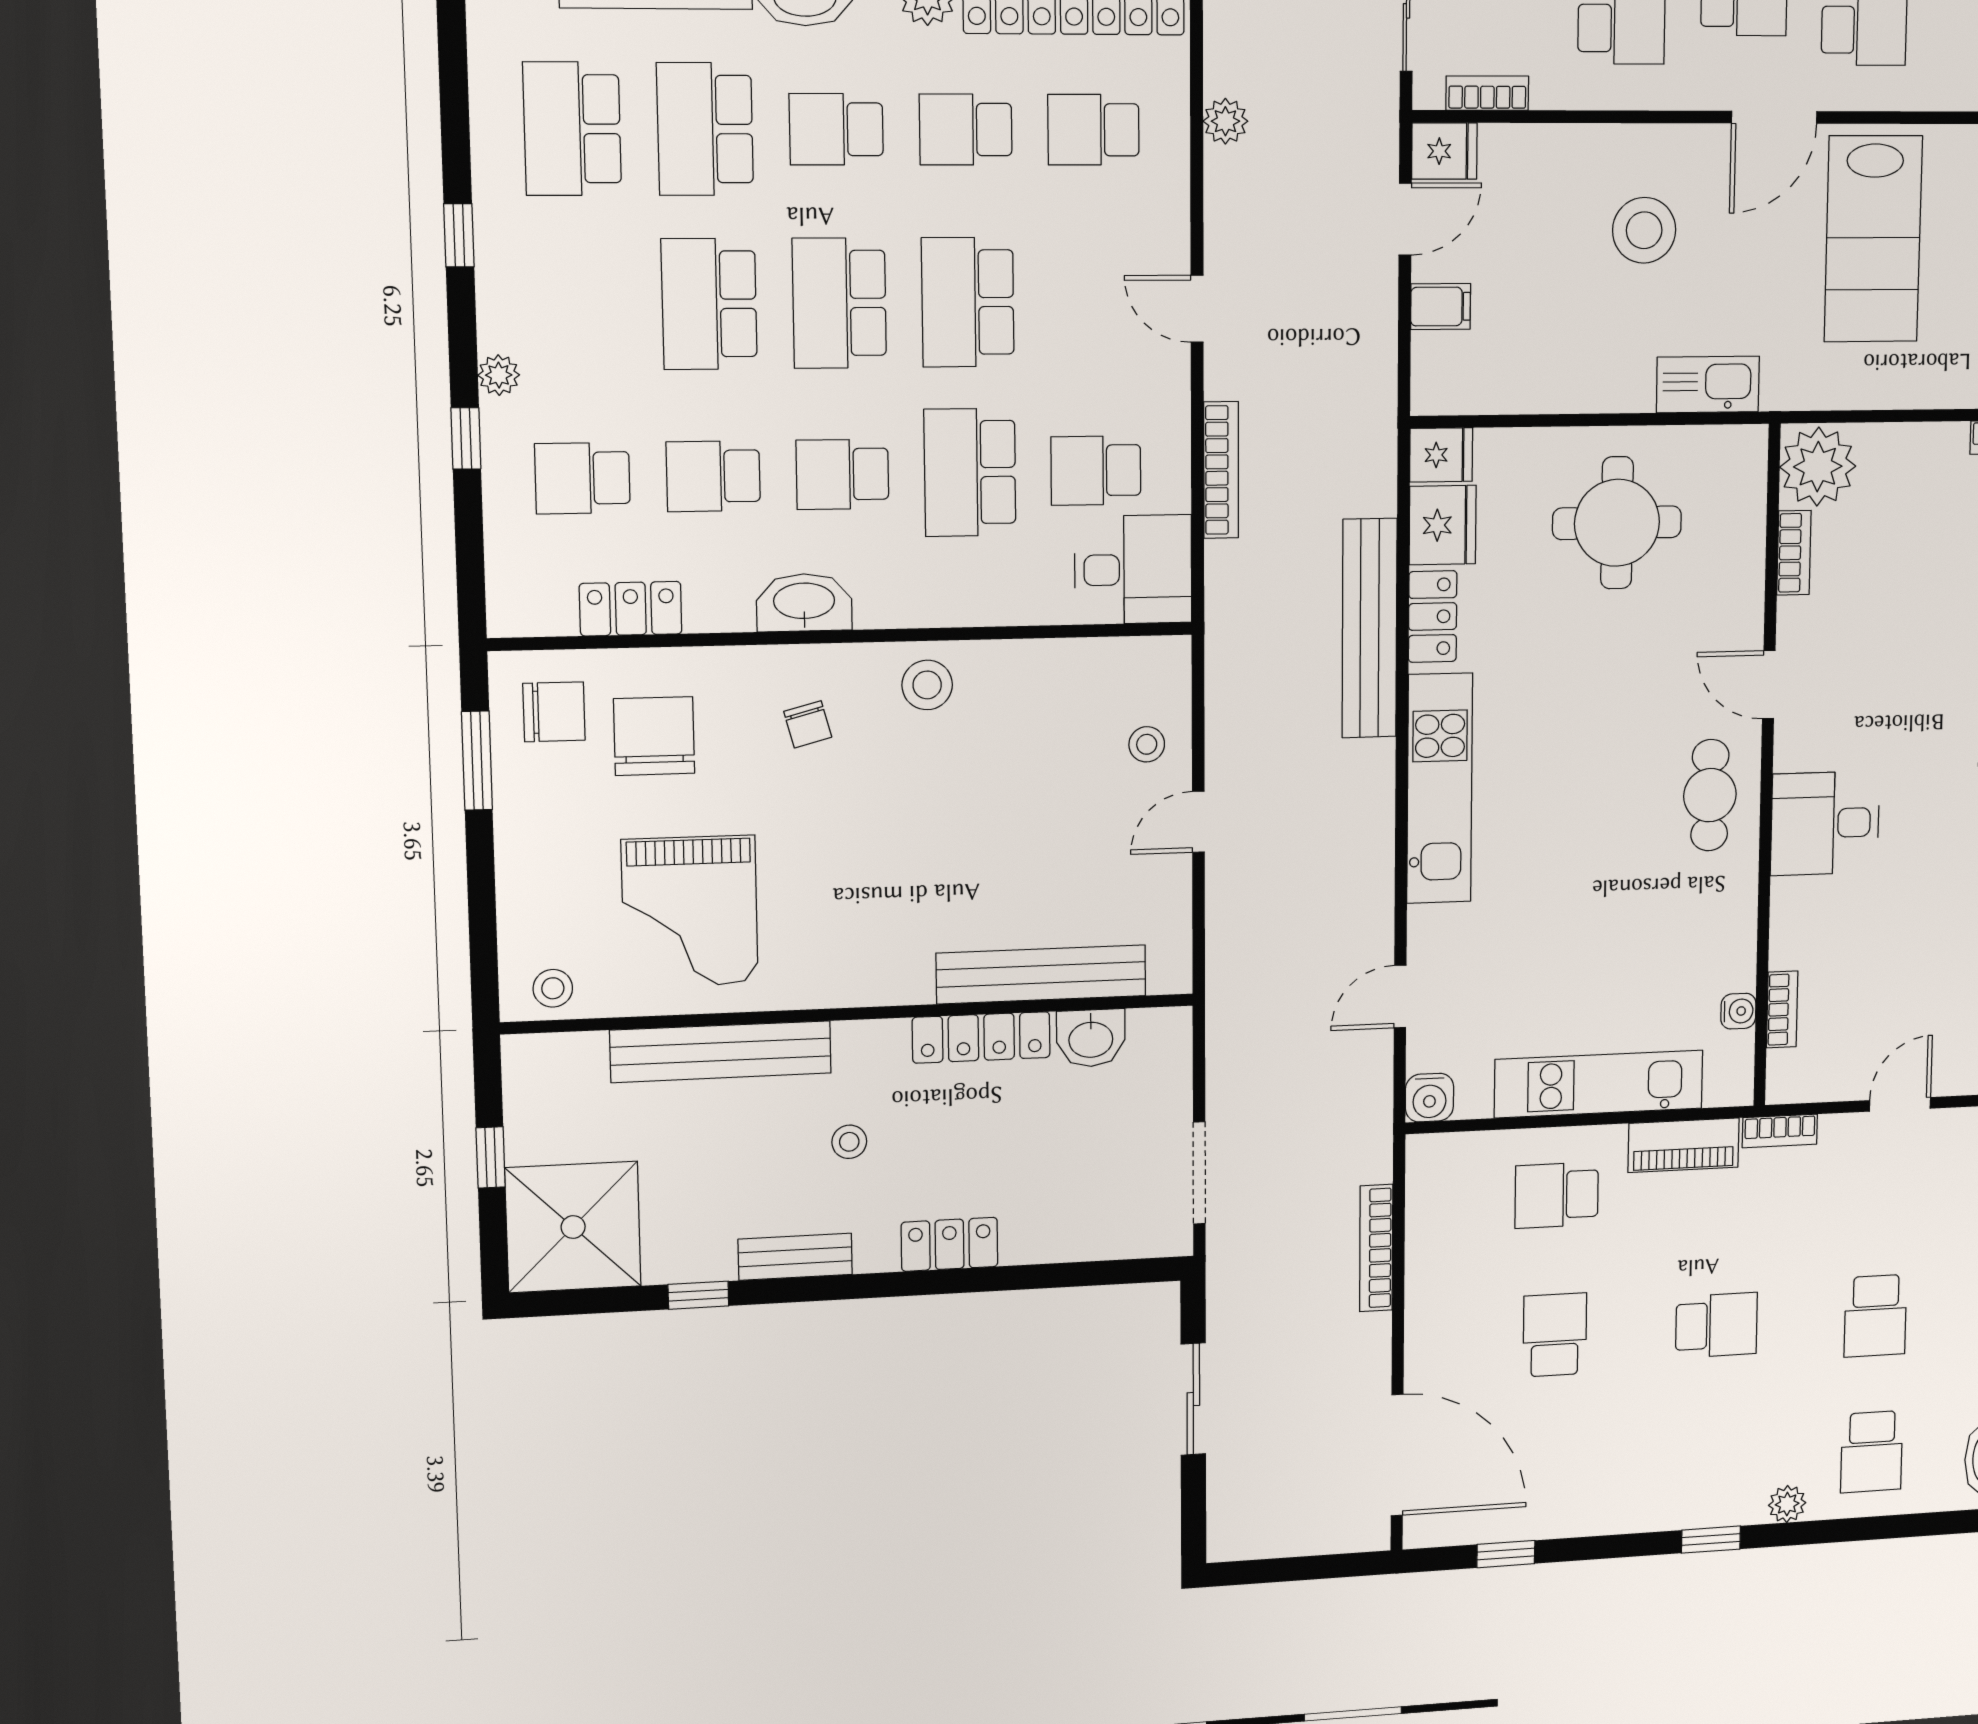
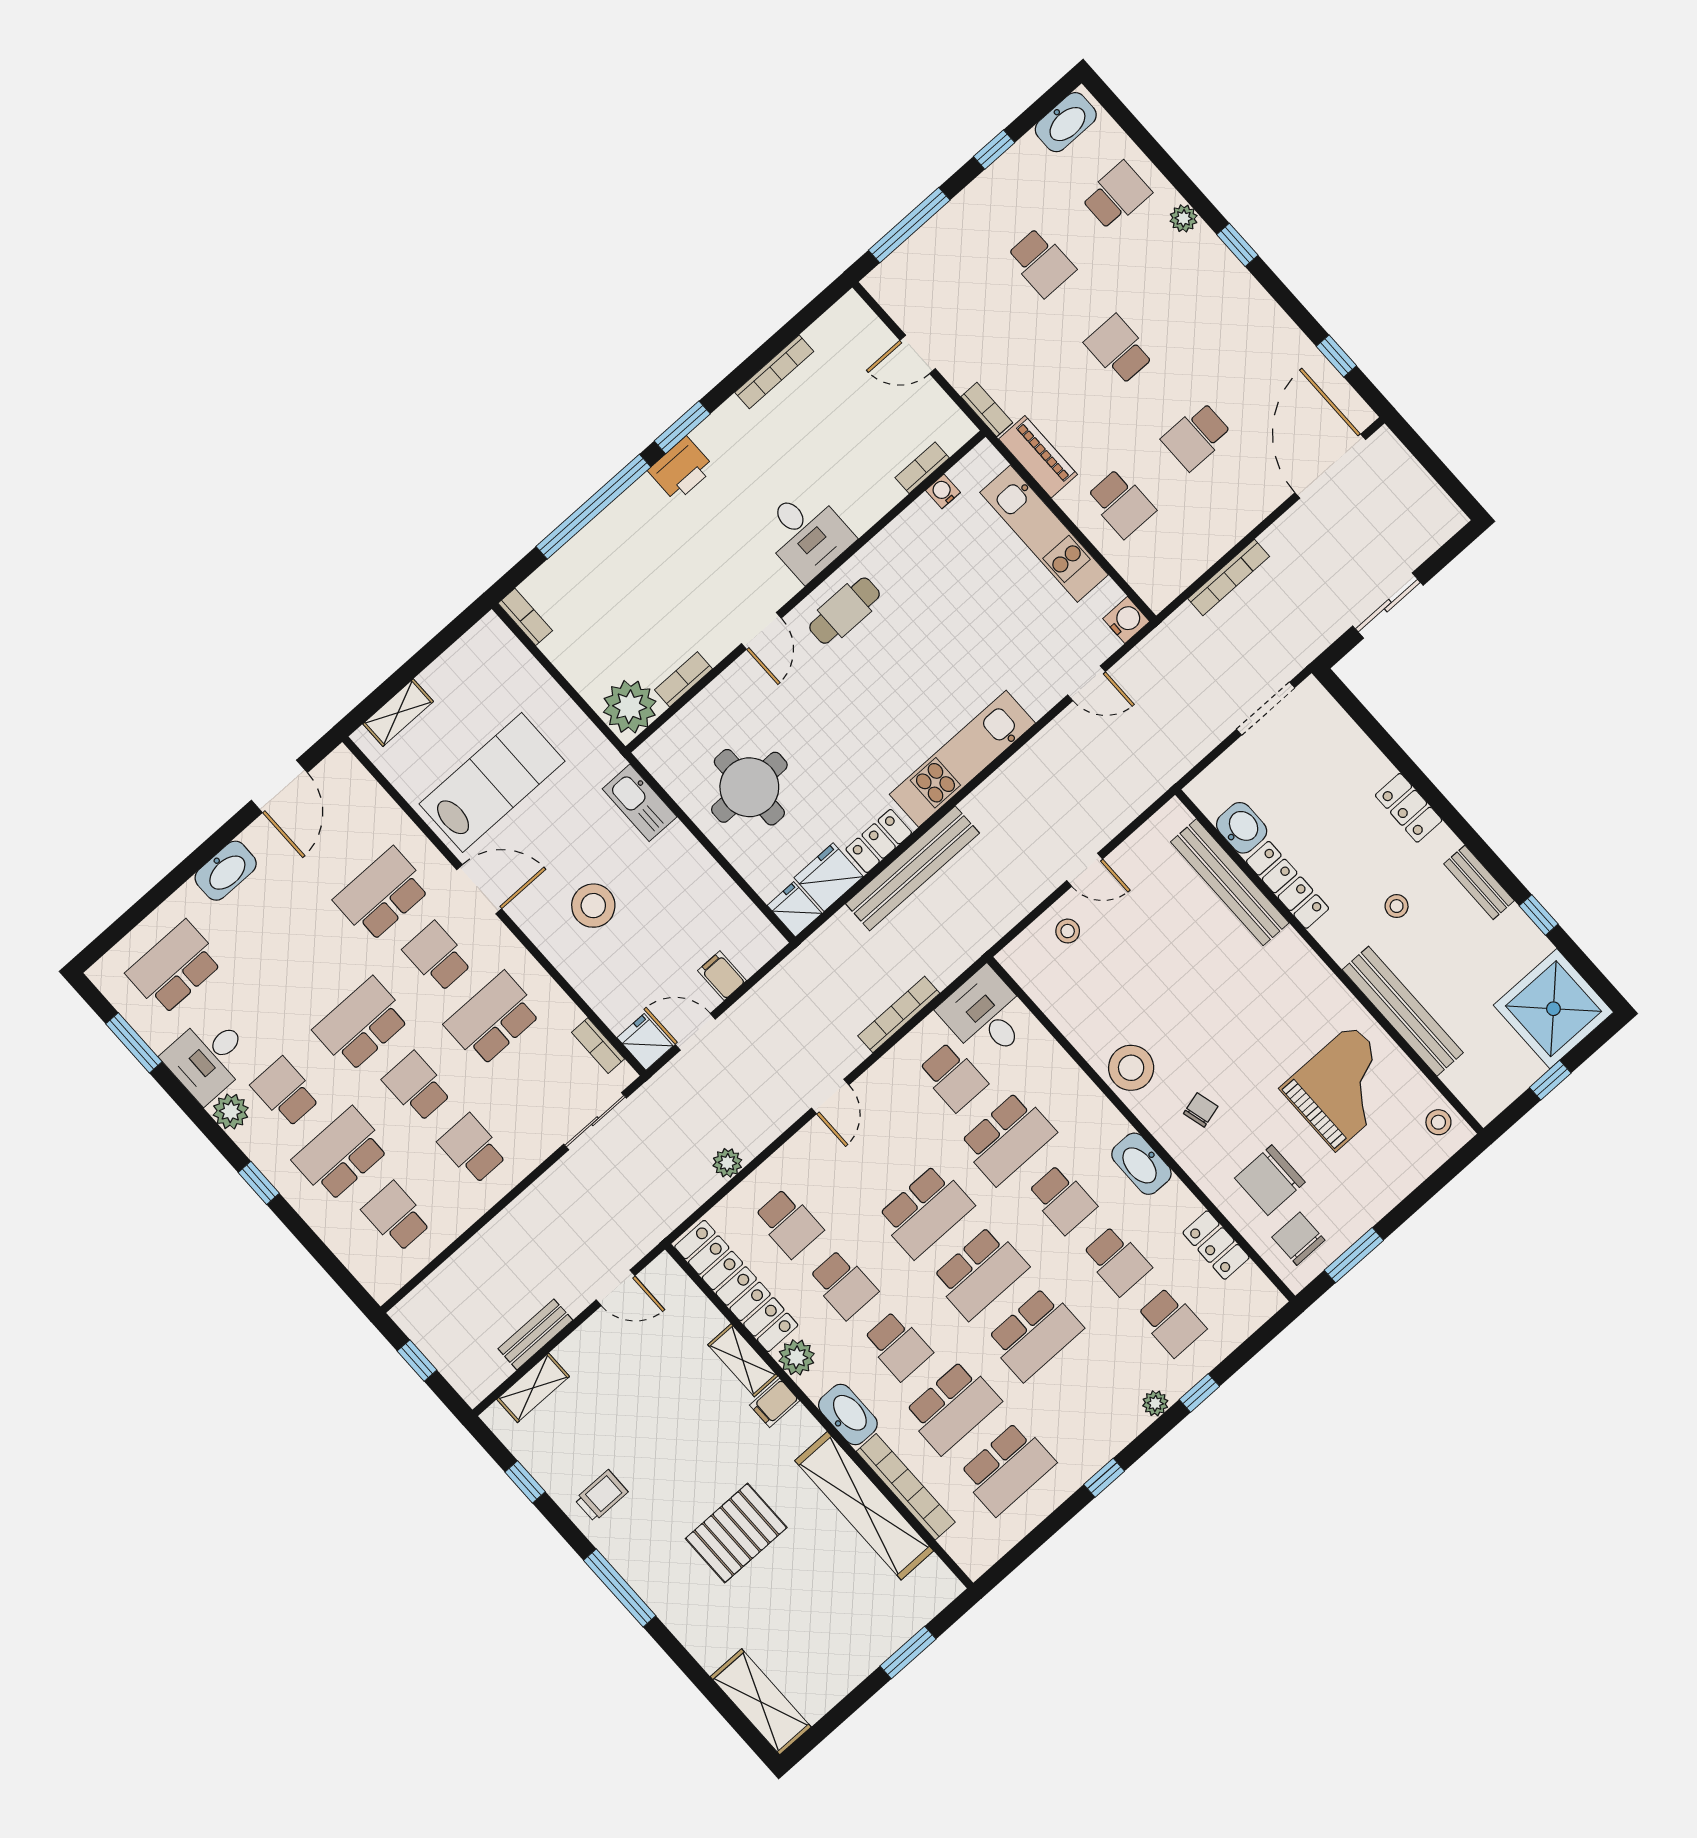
stool: (927, 685) -> (1131, 1068), width x1.38, depth x1.38
school desk: (1875, 1316) -> (1041, 262), turned 90

